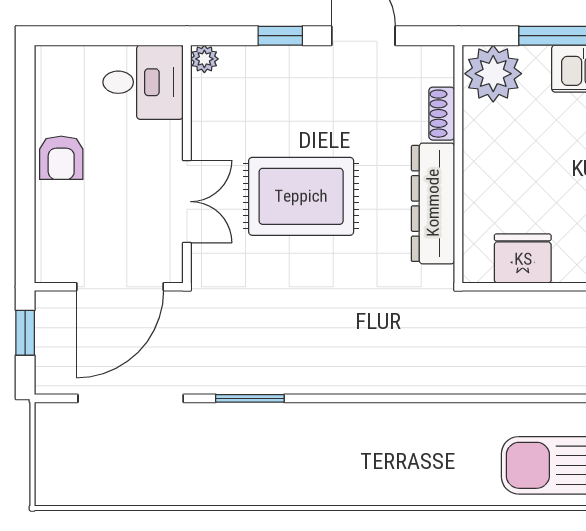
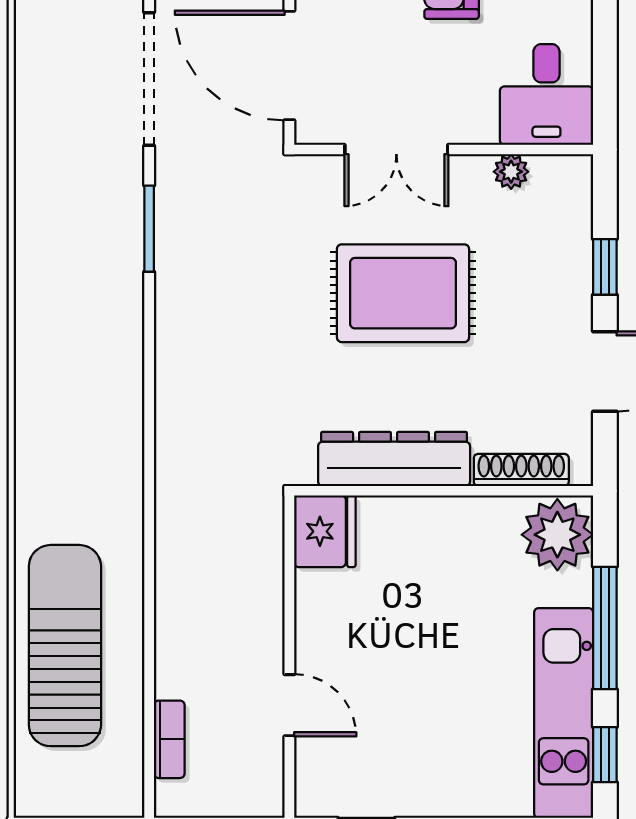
plant: (204, 59) -> (511, 172), moved
shoe rack: (442, 114) -> (521, 470), width x1.43
rug: (301, 196) -> (403, 293), turned 90
fridge: (523, 259) -> (325, 531), moved

